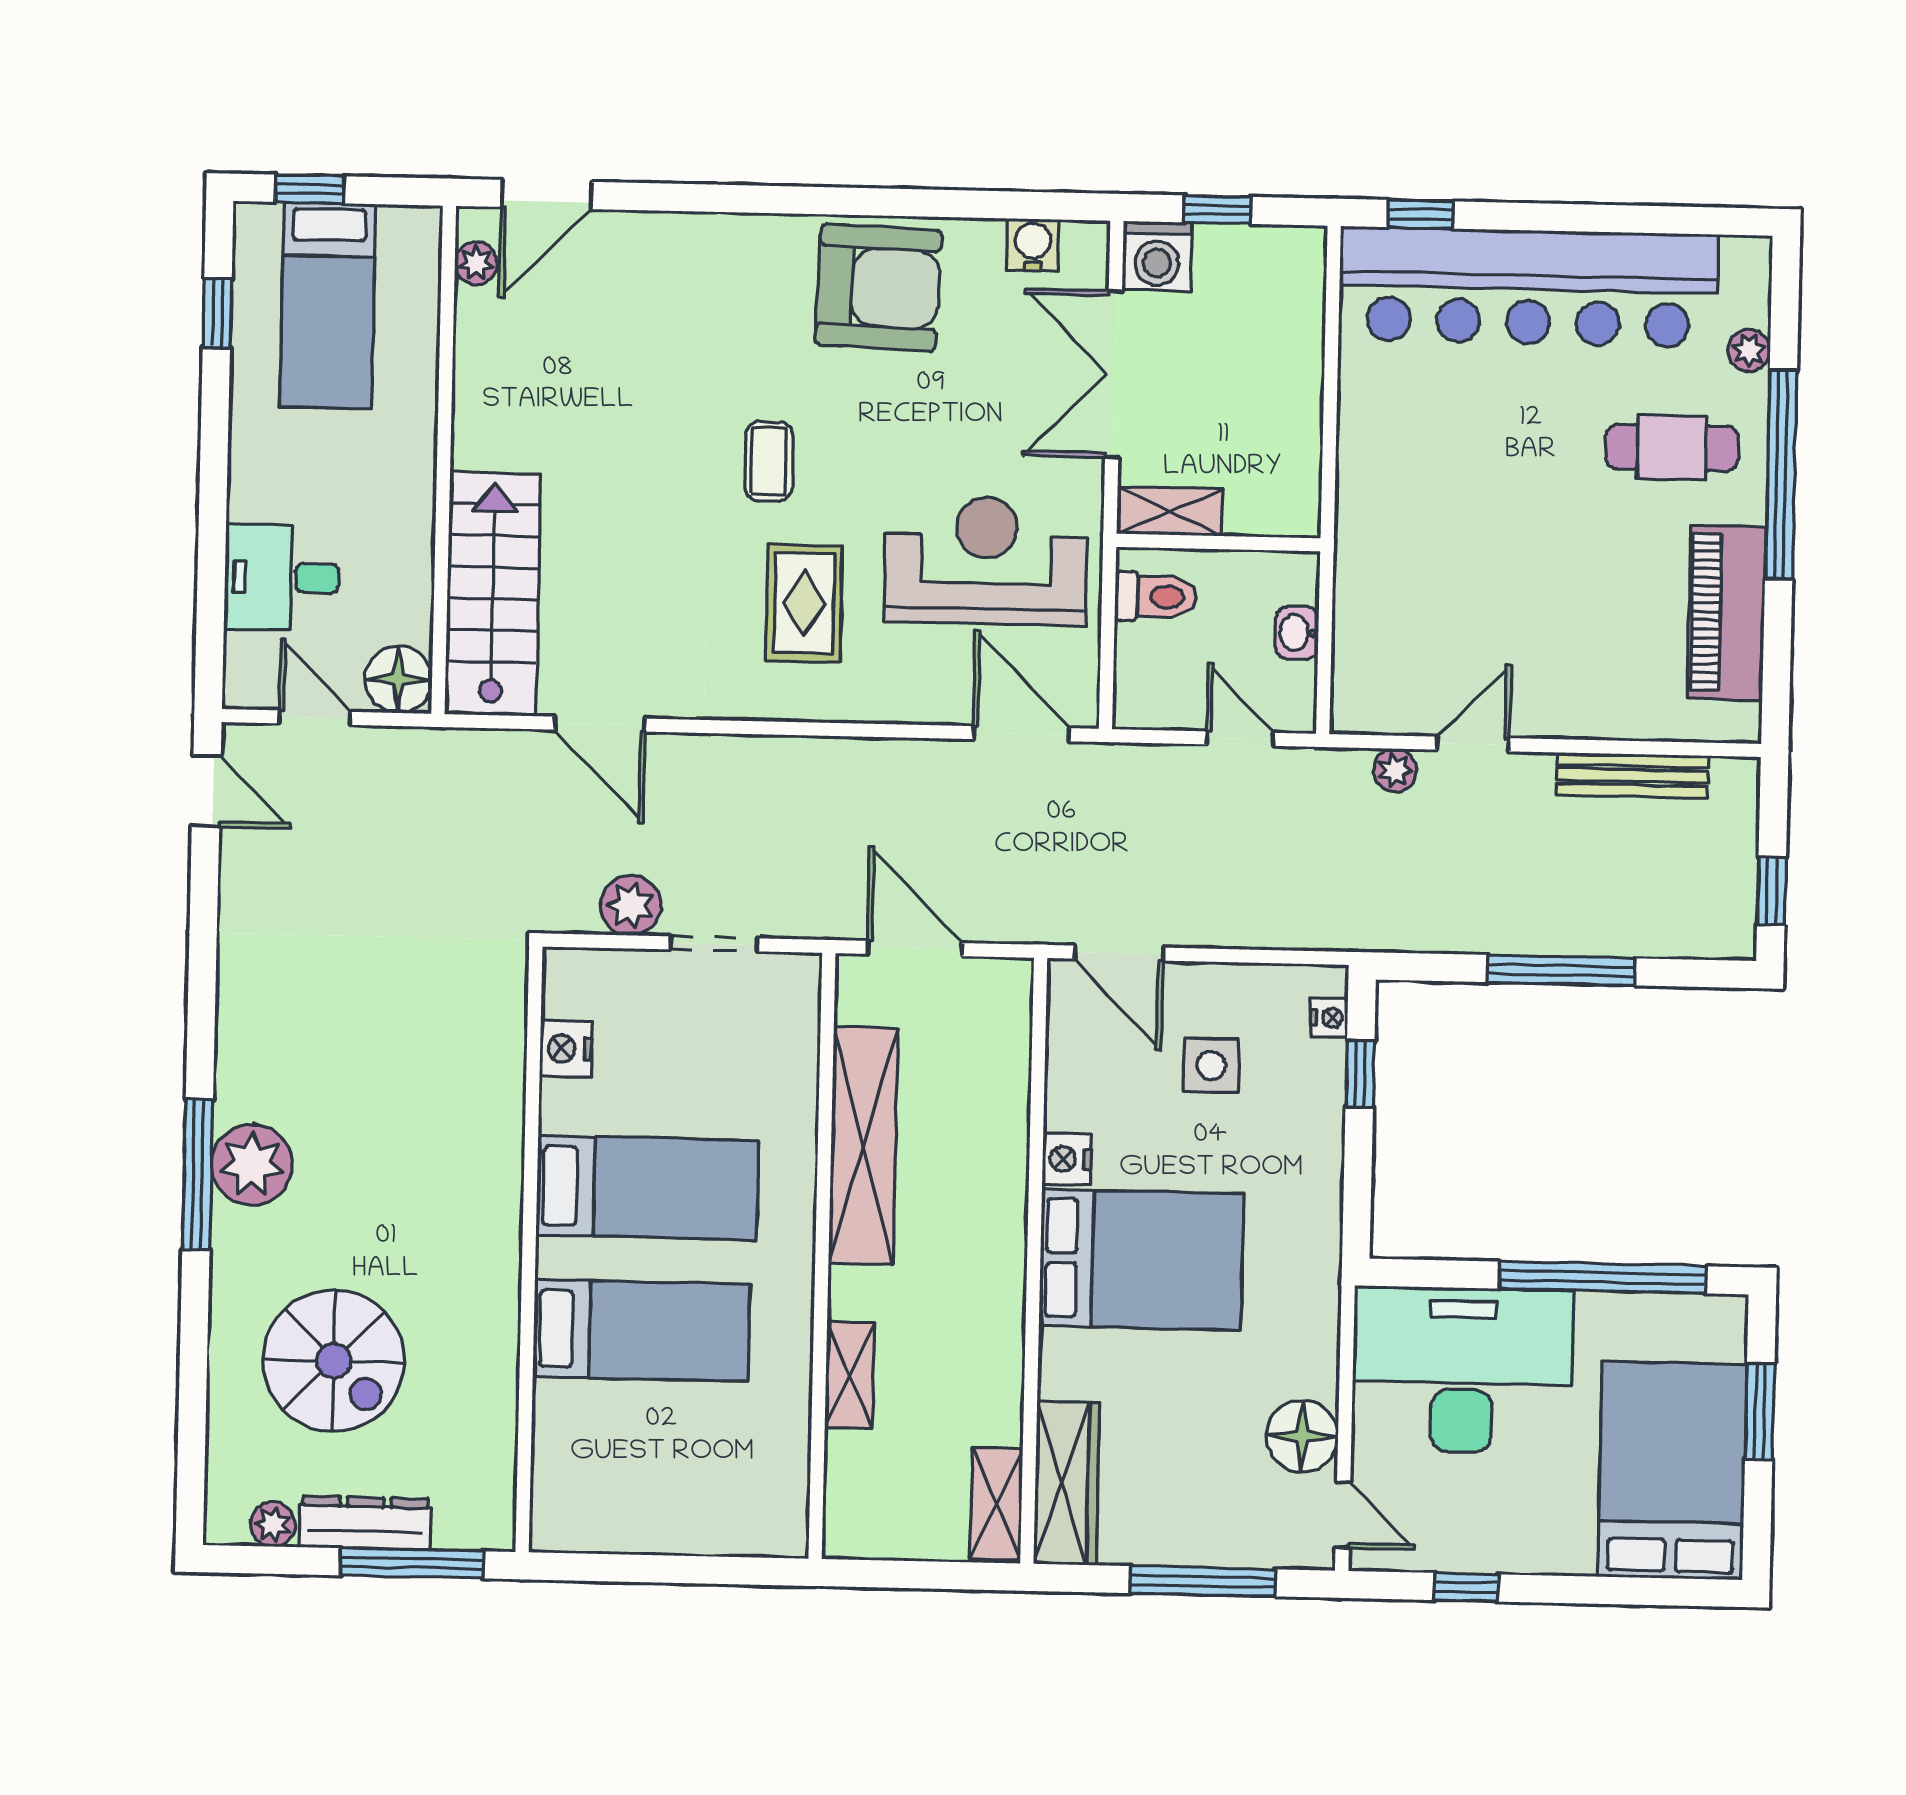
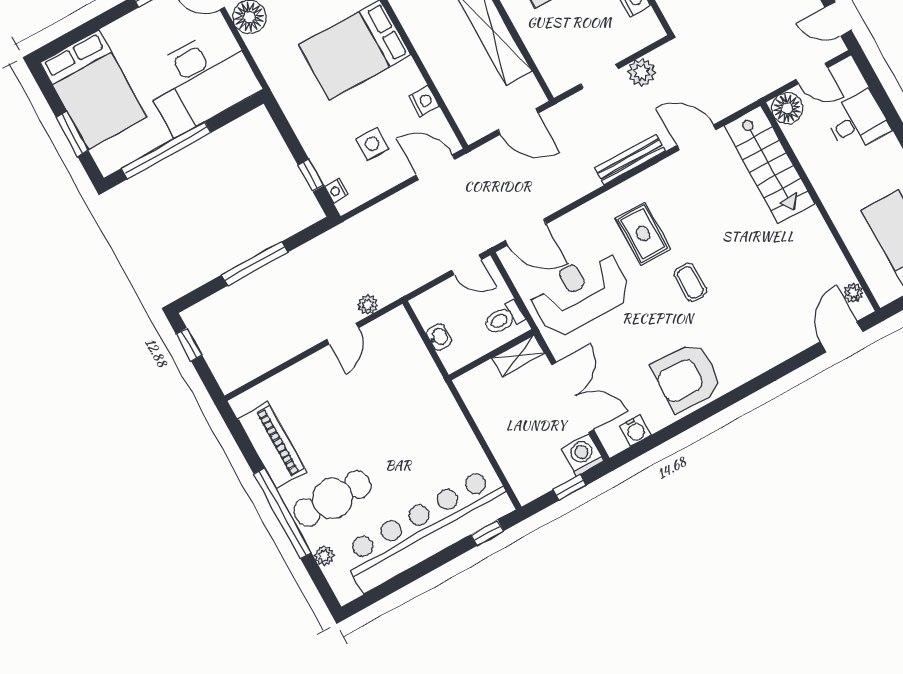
cafe table: (1672, 448) -> (332, 498), width x1.37, depth x1.35
reception desk: (986, 561) -> (580, 293), turned 180
door: (1240, 739) -> (466, 265), moved
bench: (1632, 775) -> (630, 160), moved
nightstand: (1067, 1159) -> (424, 101), moved

